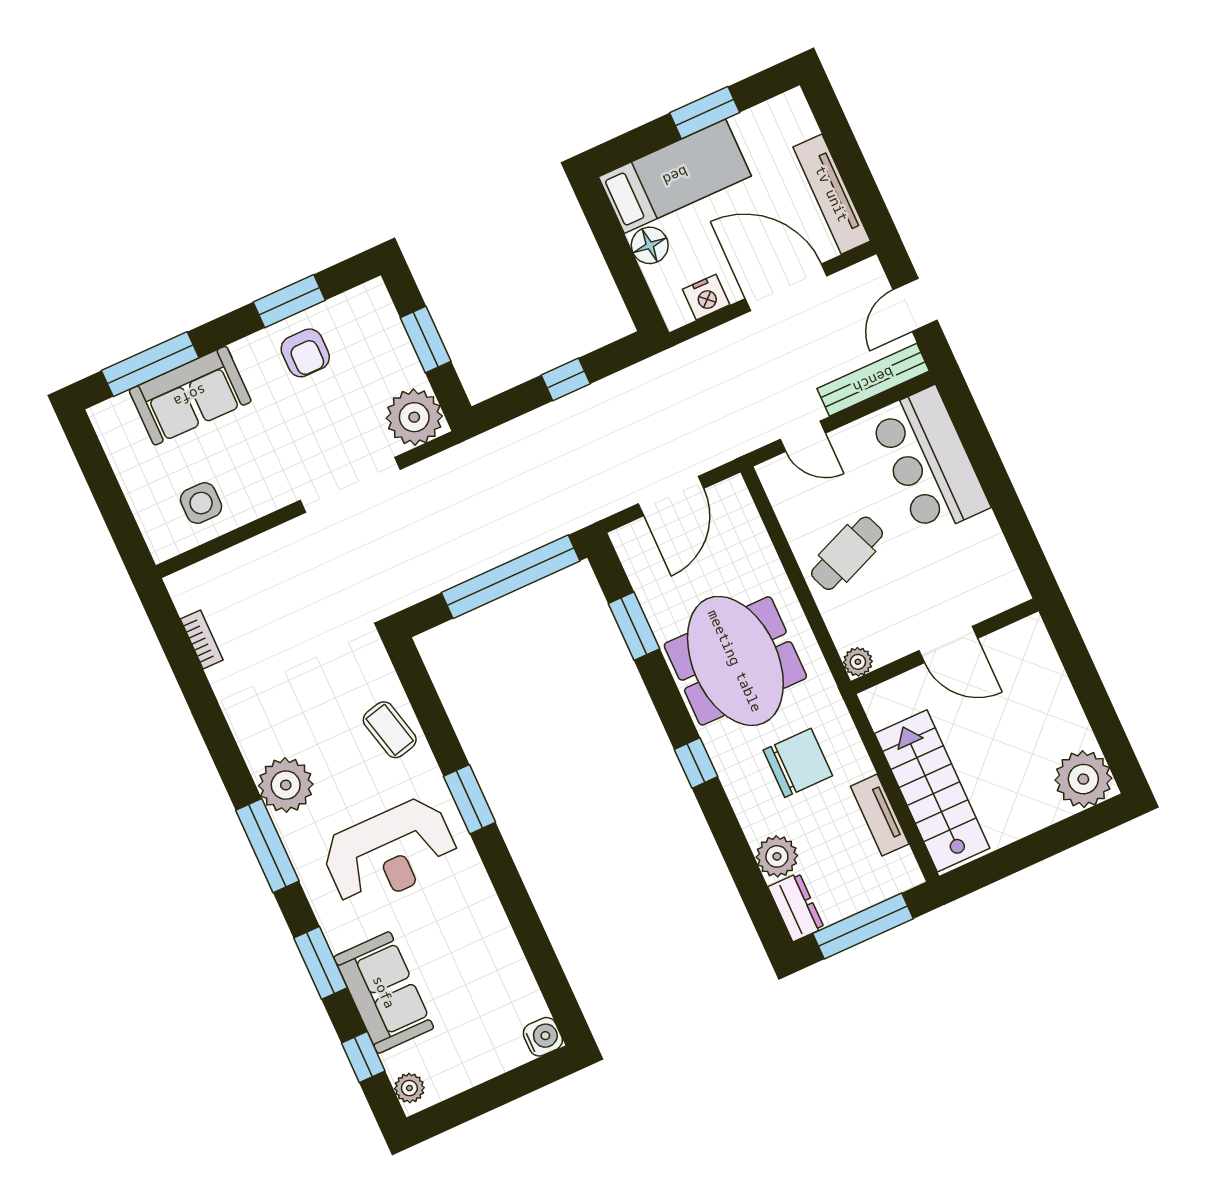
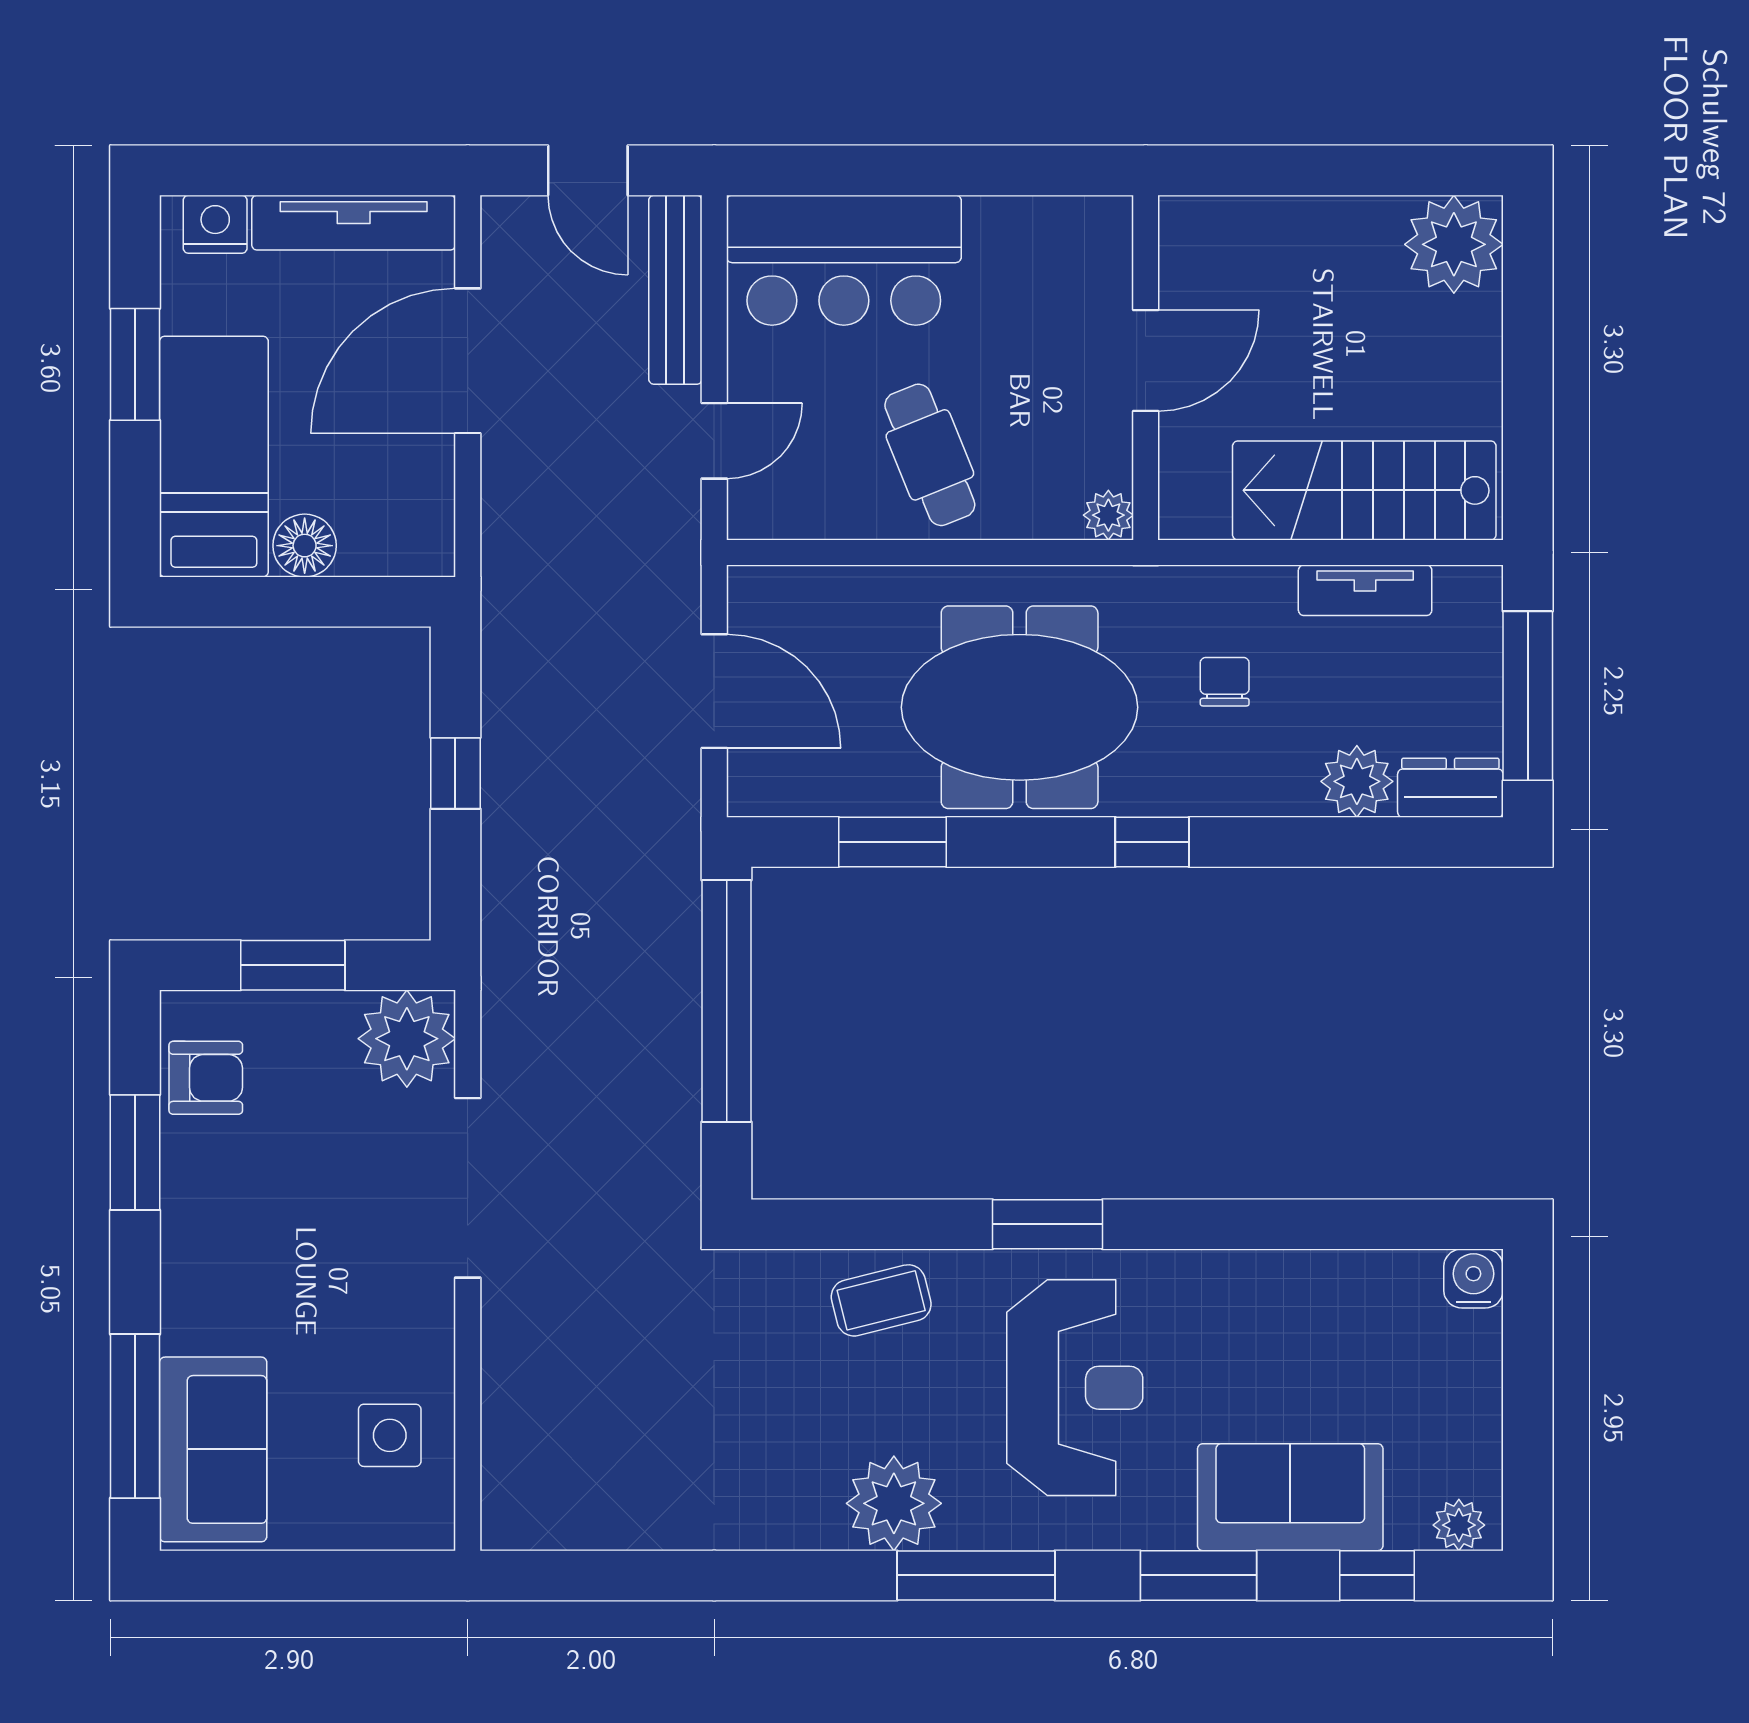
nightstand: (706, 297) -> (215, 224), moved, turned -90
armchair: (305, 353) -> (206, 1078), moved
sofa: (190, 396) -> (213, 1449), moved
bookcase: (202, 640) -> (605, 1532), removed
chair: (798, 763) -> (1225, 682), width x0.54, depth x0.54

